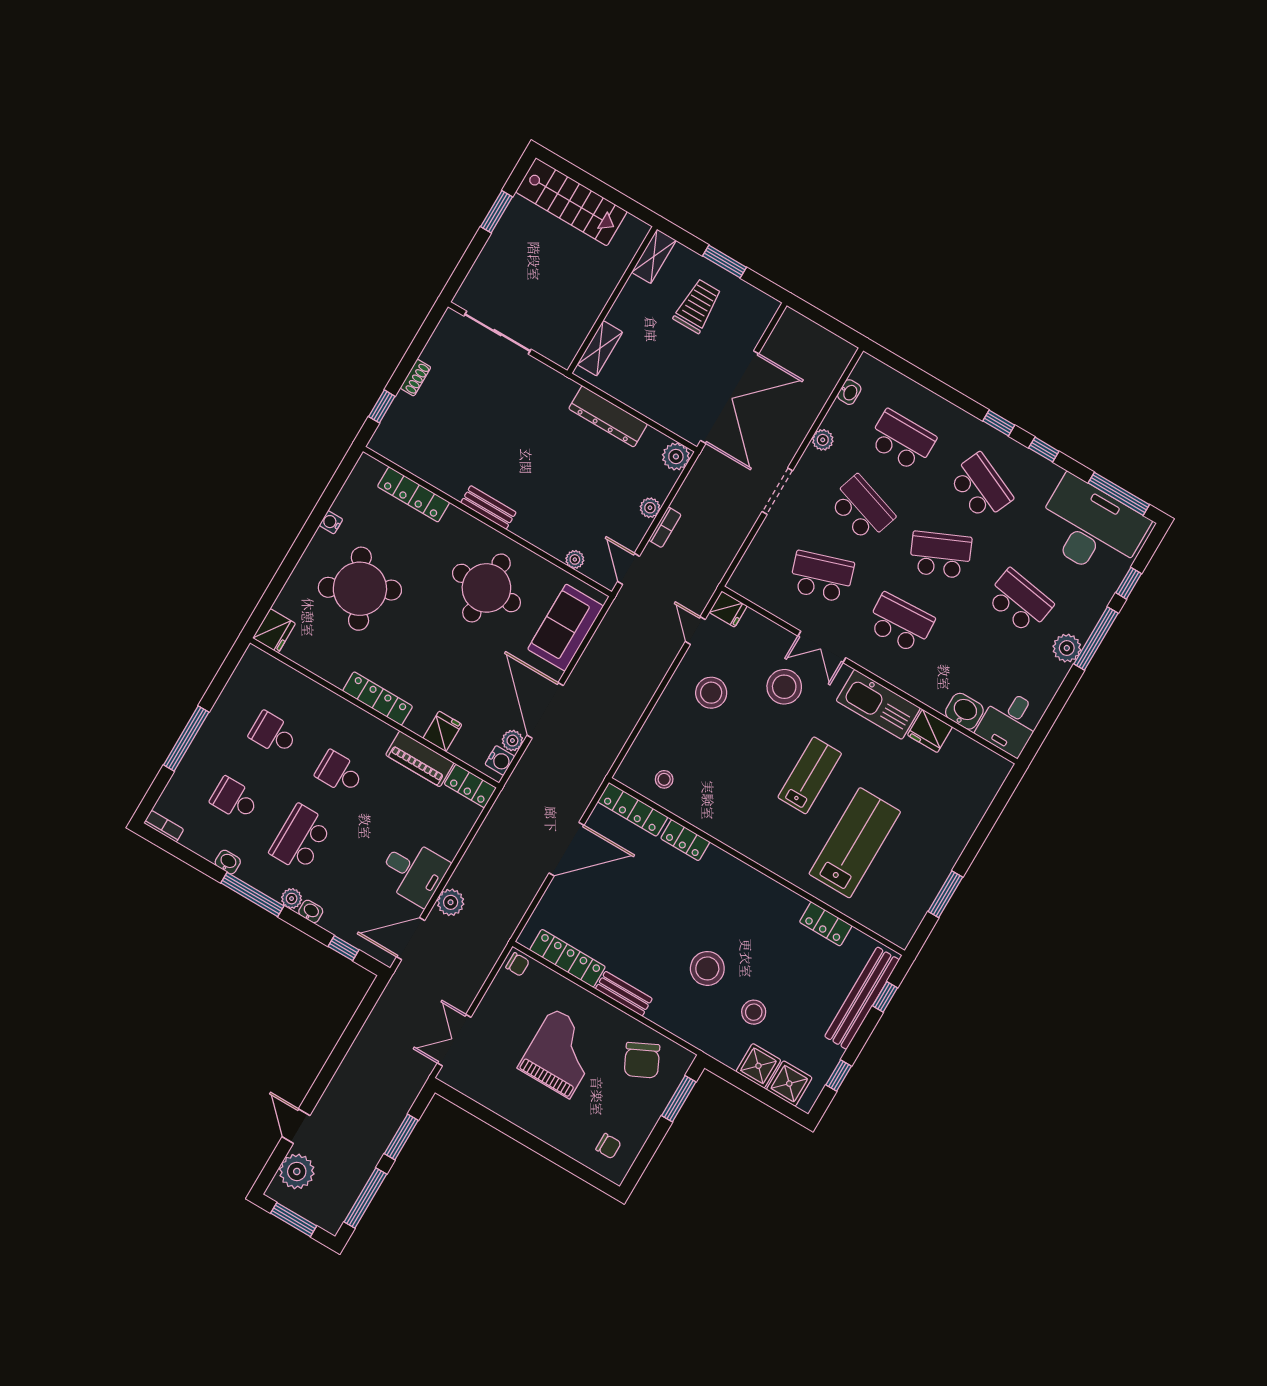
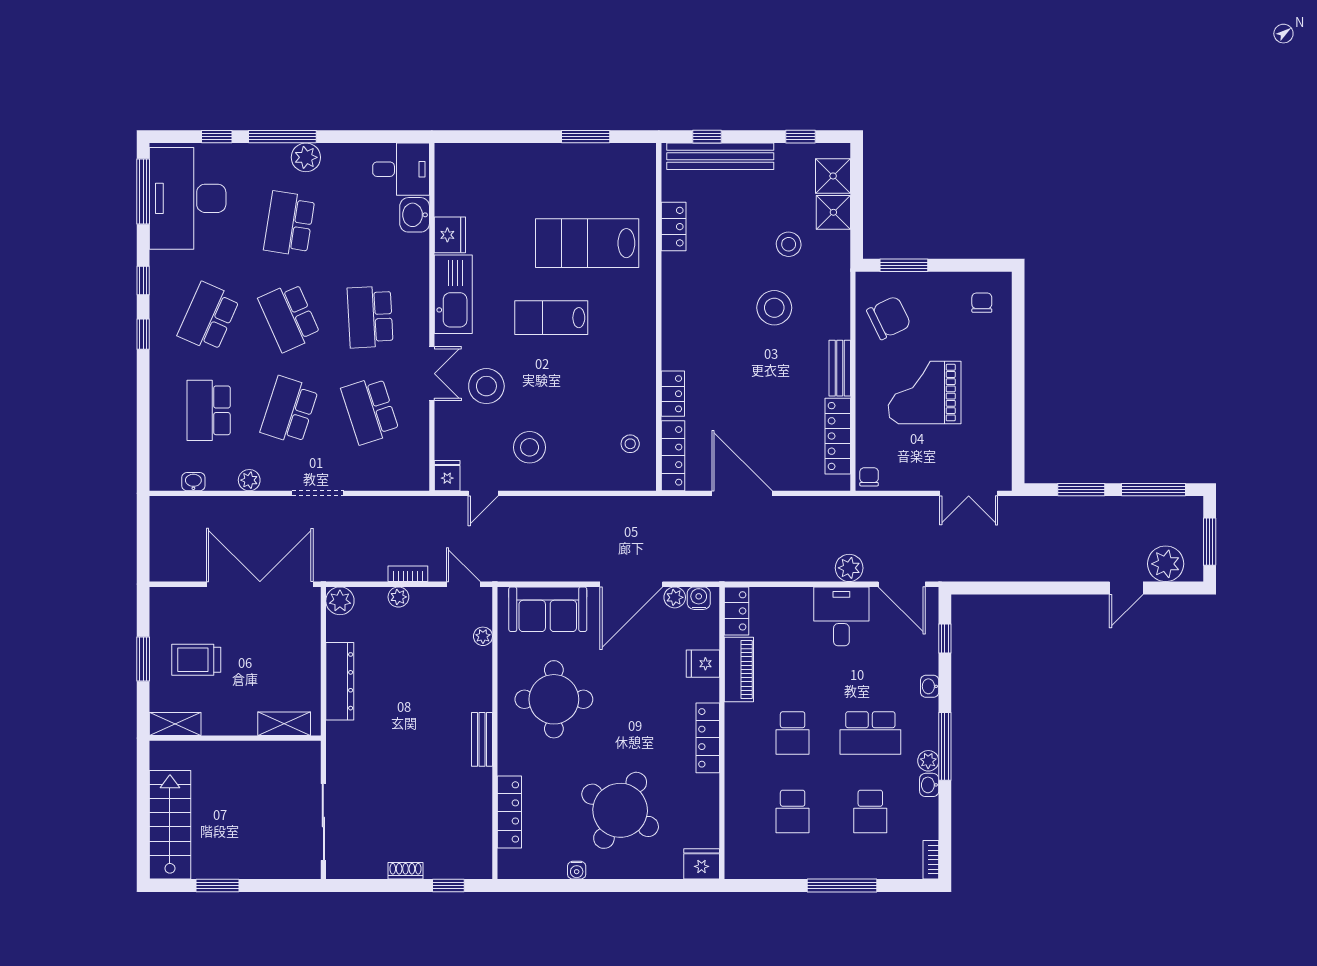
door: (629, 569) -> (463, 584), swing flipped
round table: (360, 589) -> (620, 810), turned -32
plant: (292, 899) -> (928, 761), moved

